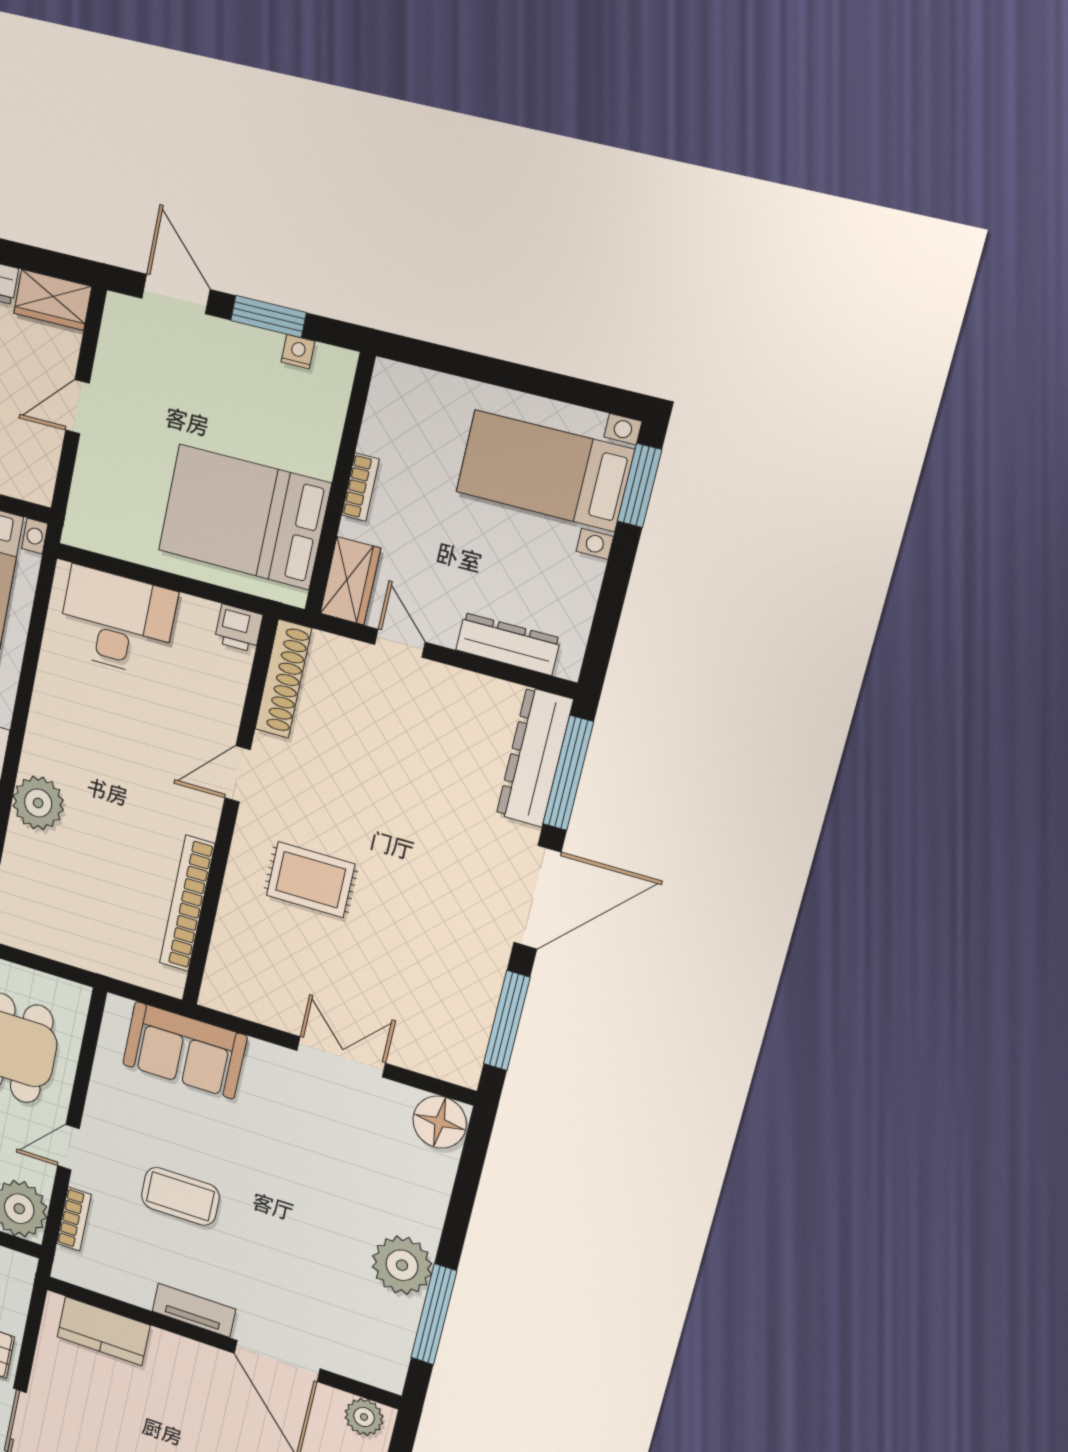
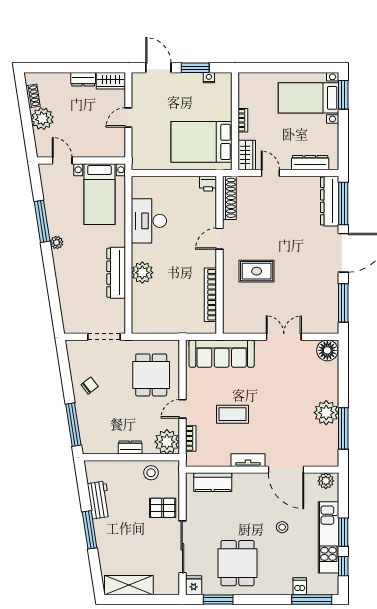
desk: (117, 621) -> (149, 221), moved, turned -90
sofa: (185, 1050) -> (222, 354), width x1.36

